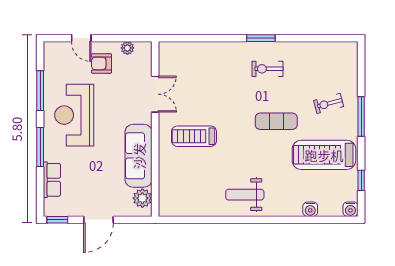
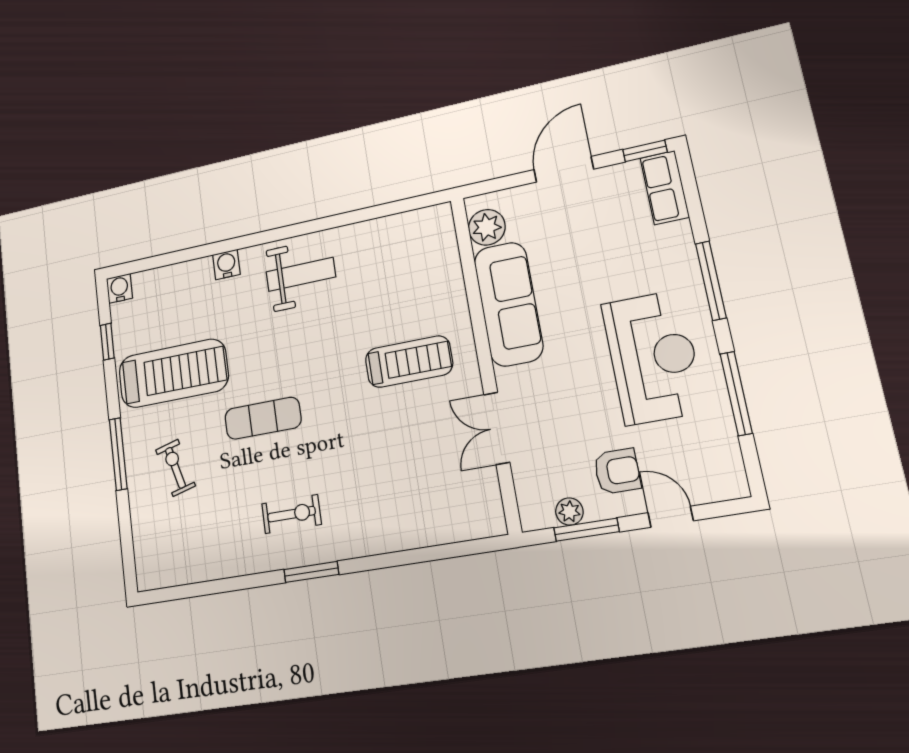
window: (121, 38) -> (586, 530), added
exercise bike: (329, 103) -> (175, 468), turned -90
row of seats: (52, 180) -> (665, 188), moved
water cooler: (310, 209) -> (226, 265), moved

